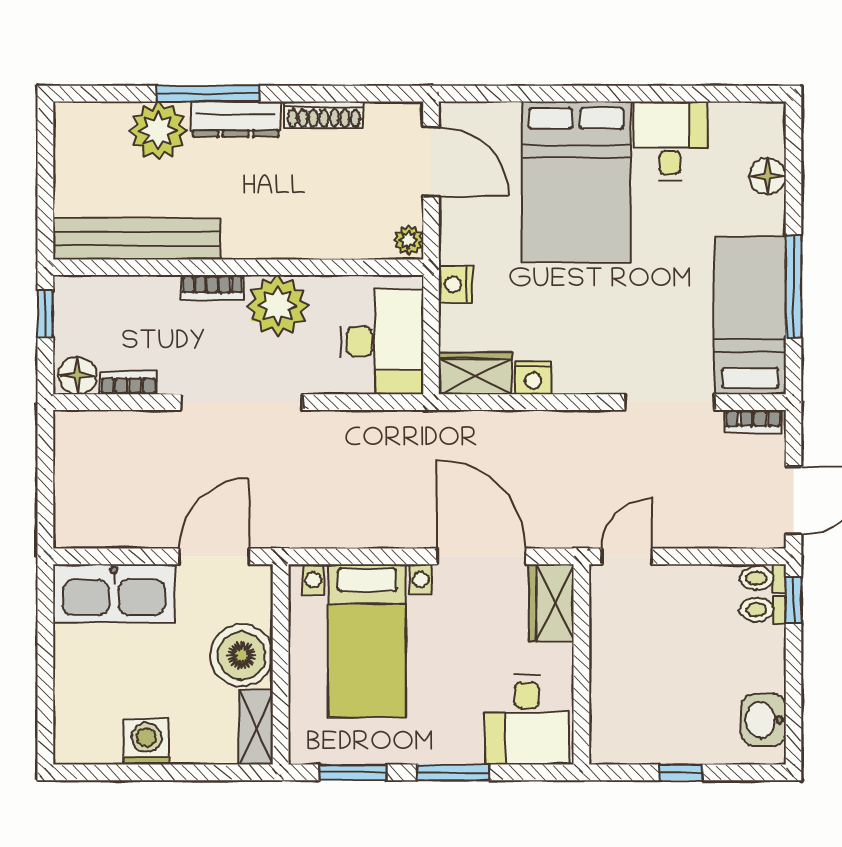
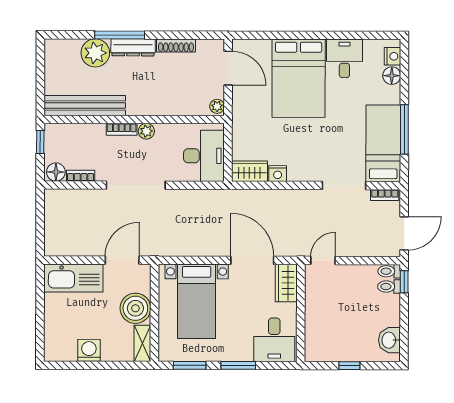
nightstand: (456, 284) -> (393, 56), moved, turned 180
plant: (278, 306) -> (146, 131), width x0.53, depth x0.53

